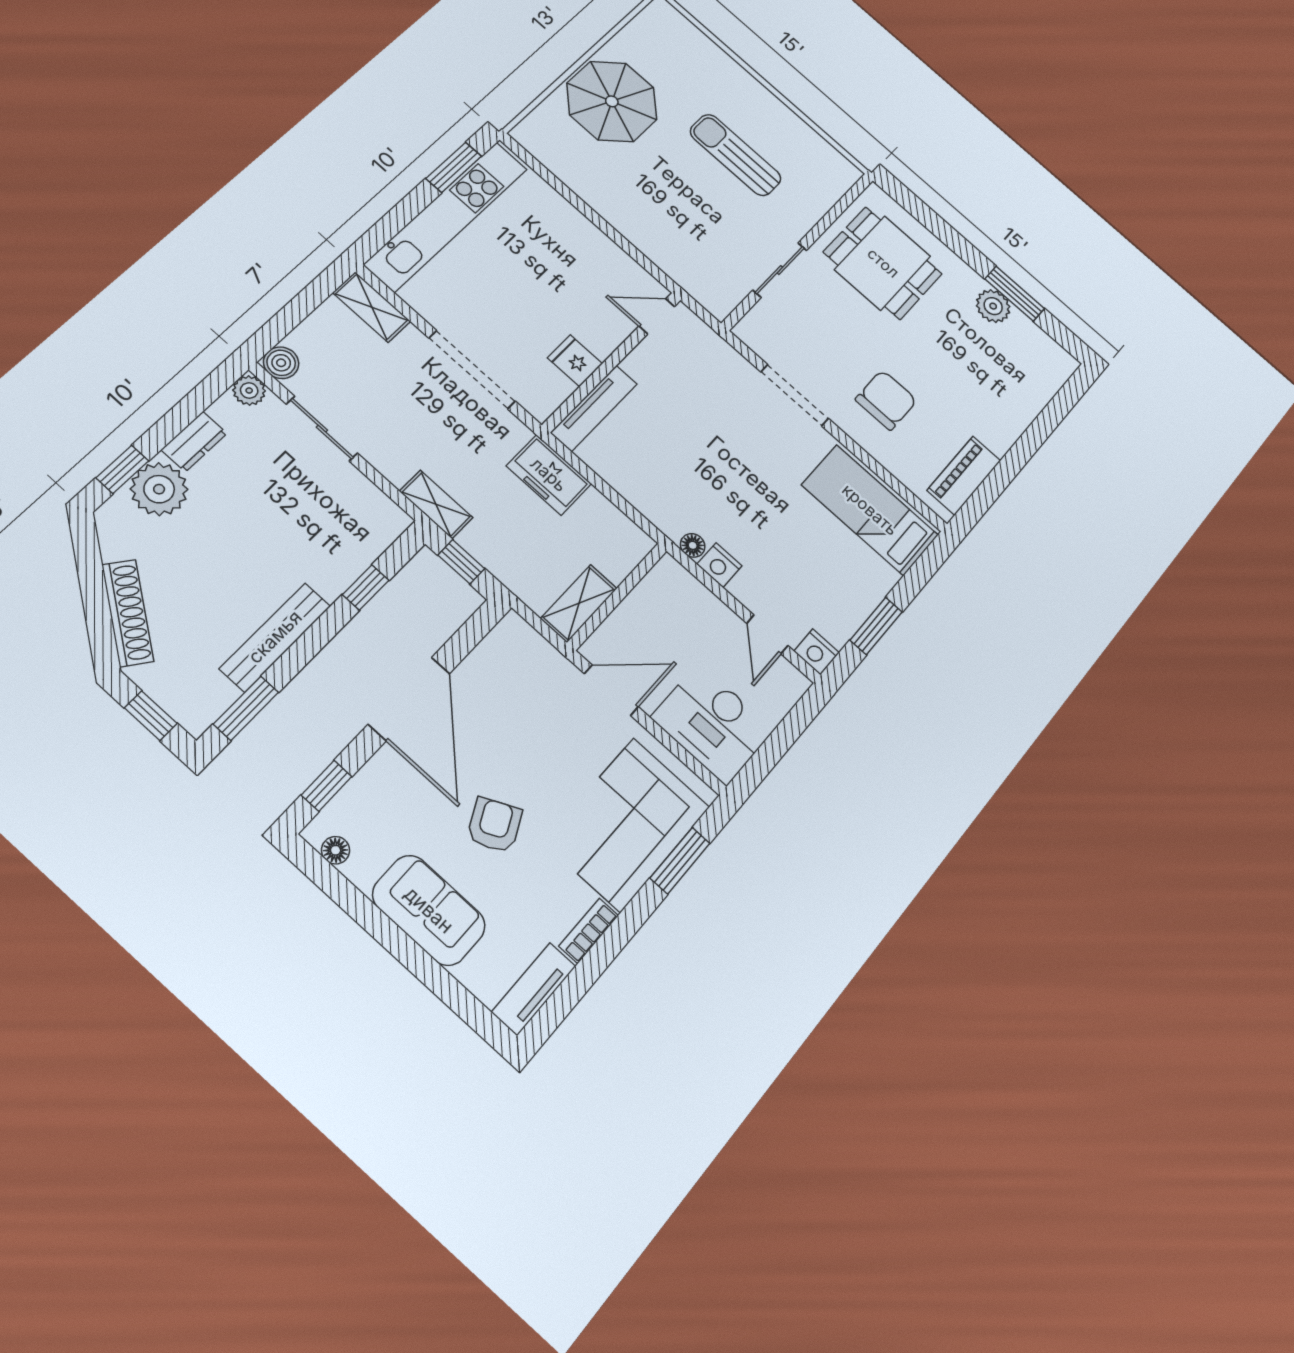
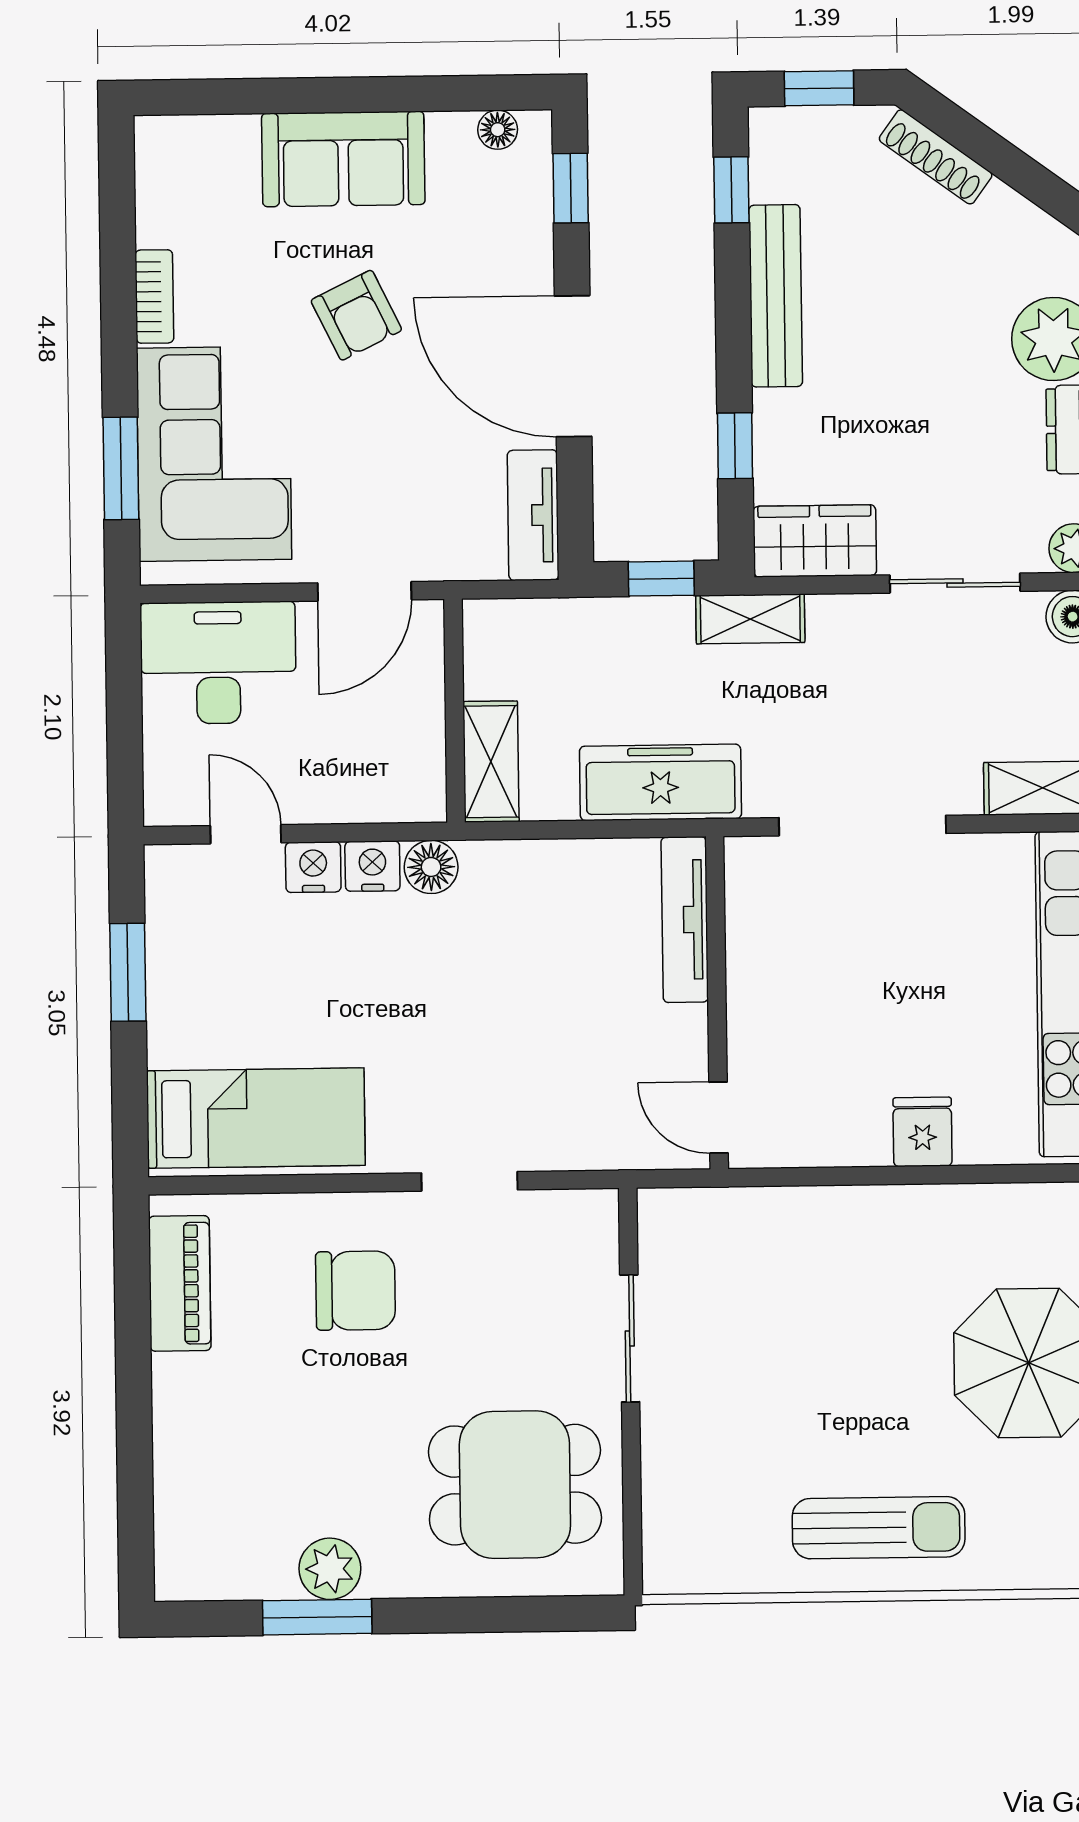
sun lounger: (736, 155) -> (879, 1528), moved
door: (657, 316) -> (719, 1118), swing flipped
fridge: (575, 361) -> (923, 1132), moved, turned -90
doorway: (795, 395) -> (470, 1181), width x0.73
chair: (886, 400) -> (356, 1291), turned -90
freezer: (549, 475) -> (660, 782), width x1.40
wardrobe: (370, 509) -> (815, 541), added
floor lamp: (693, 545) -> (431, 867), width x1.37, depth x1.37
shelving: (579, 603) -> (491, 762), moved
shoe rack: (128, 613) -> (936, 157), width x0.74, depth x0.81
nightstand: (816, 652) -> (313, 867), moved
window: (246, 708) -> (731, 190), width x0.67
tv unit: (534, 989) -> (533, 515), moved, turned 180

